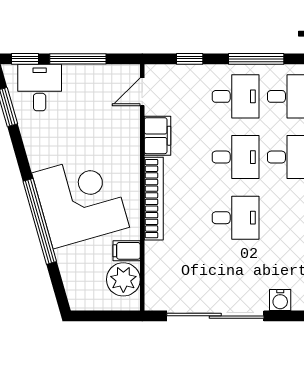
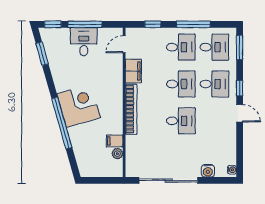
desk: (40, 88) -> (84, 42), moved
corner desk: (81, 200) -> (79, 106), width x0.74, depth x0.74
plant: (123, 279) -> (117, 154), width x0.53, depth x0.53

